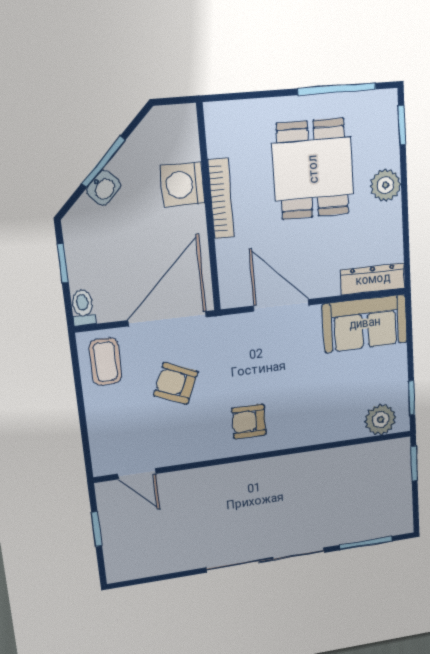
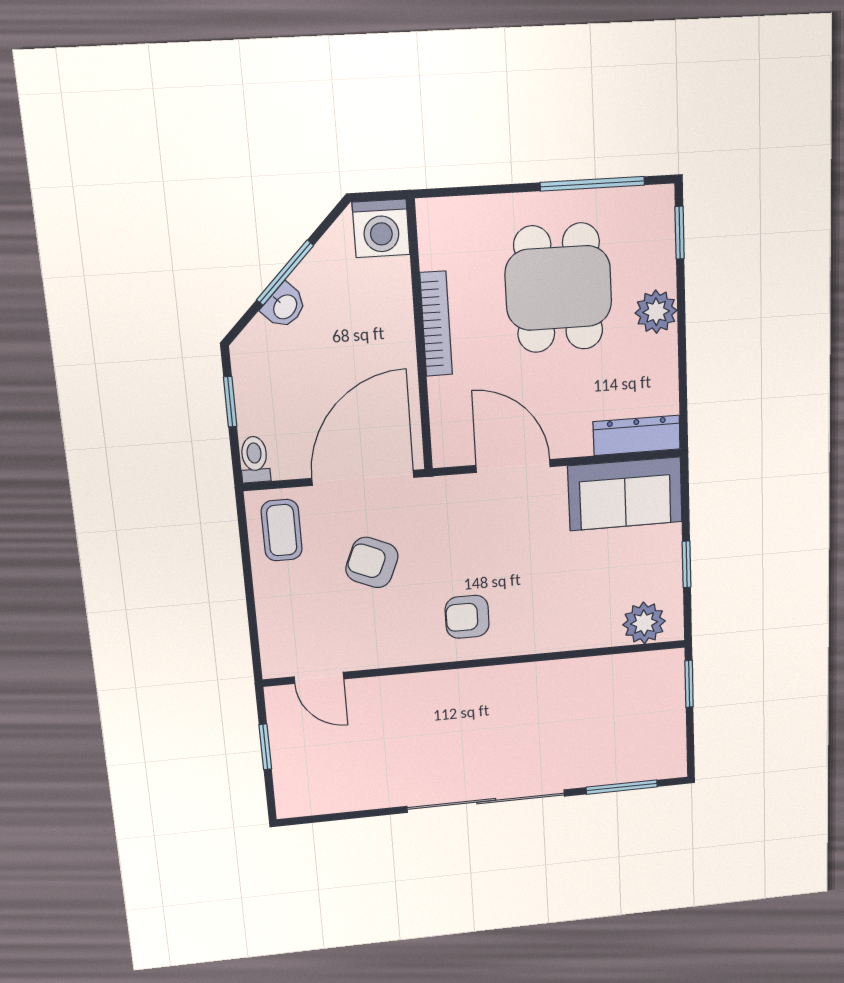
washing machine: (183, 184) -> (381, 228), moved, turned -90
window: (412, 398) -> (687, 564), moved

